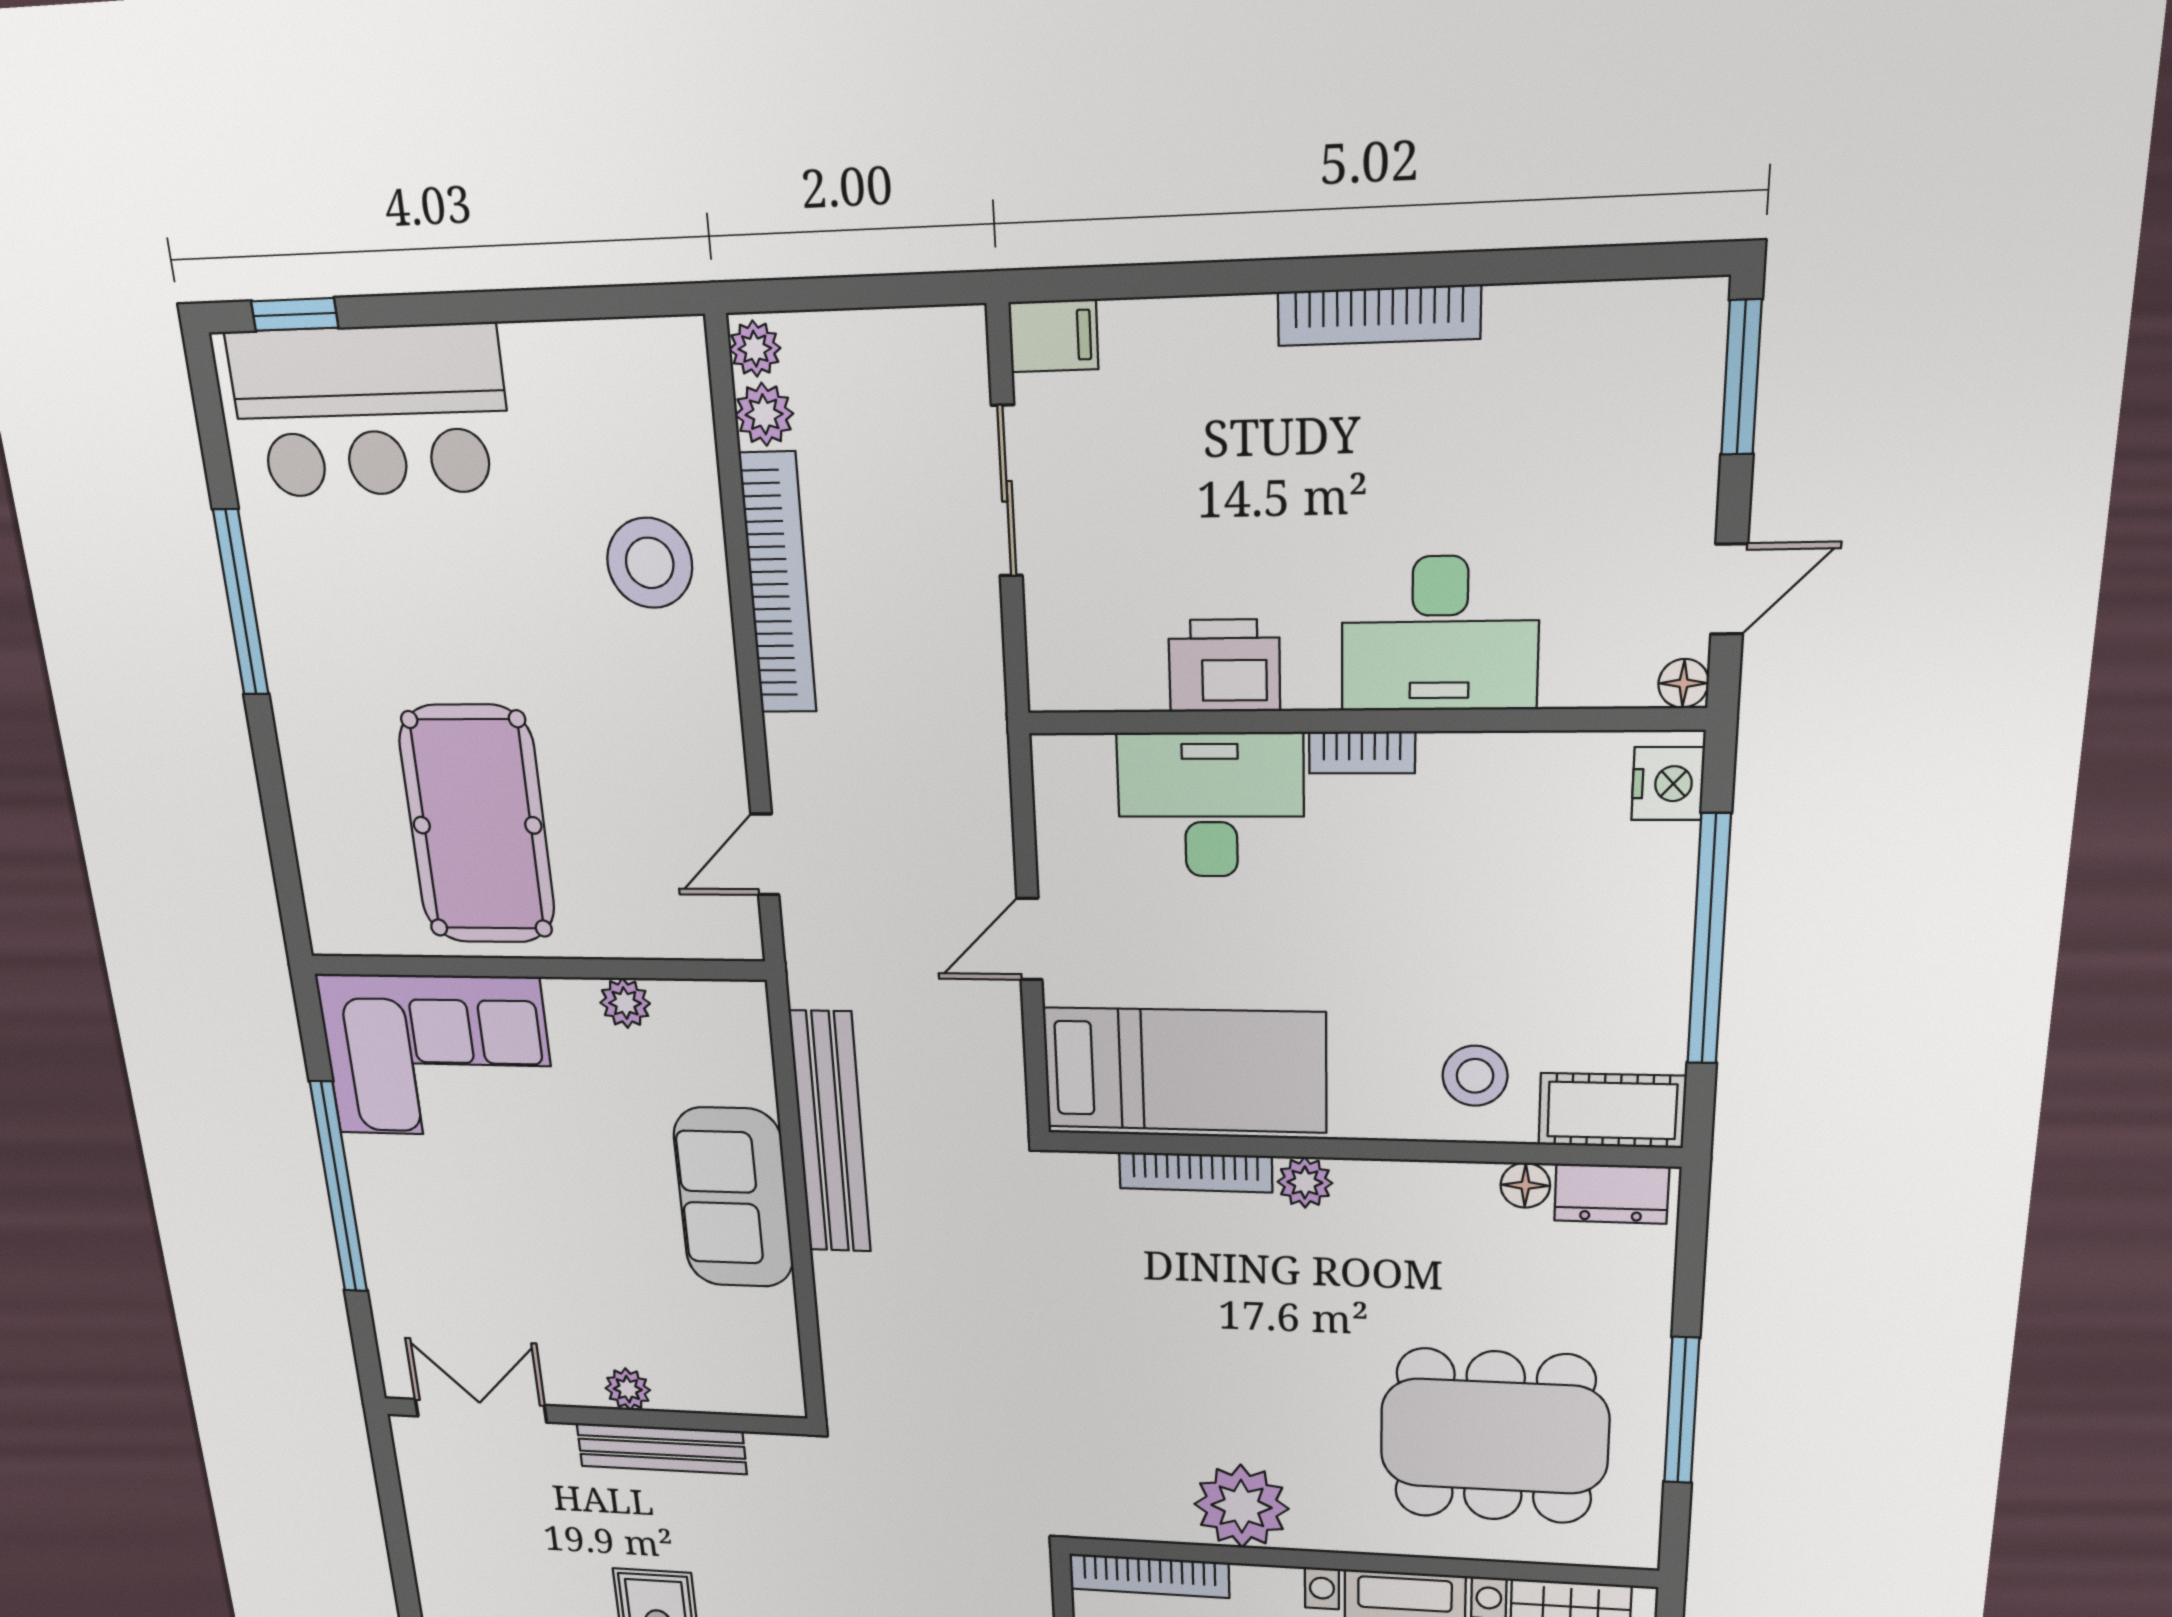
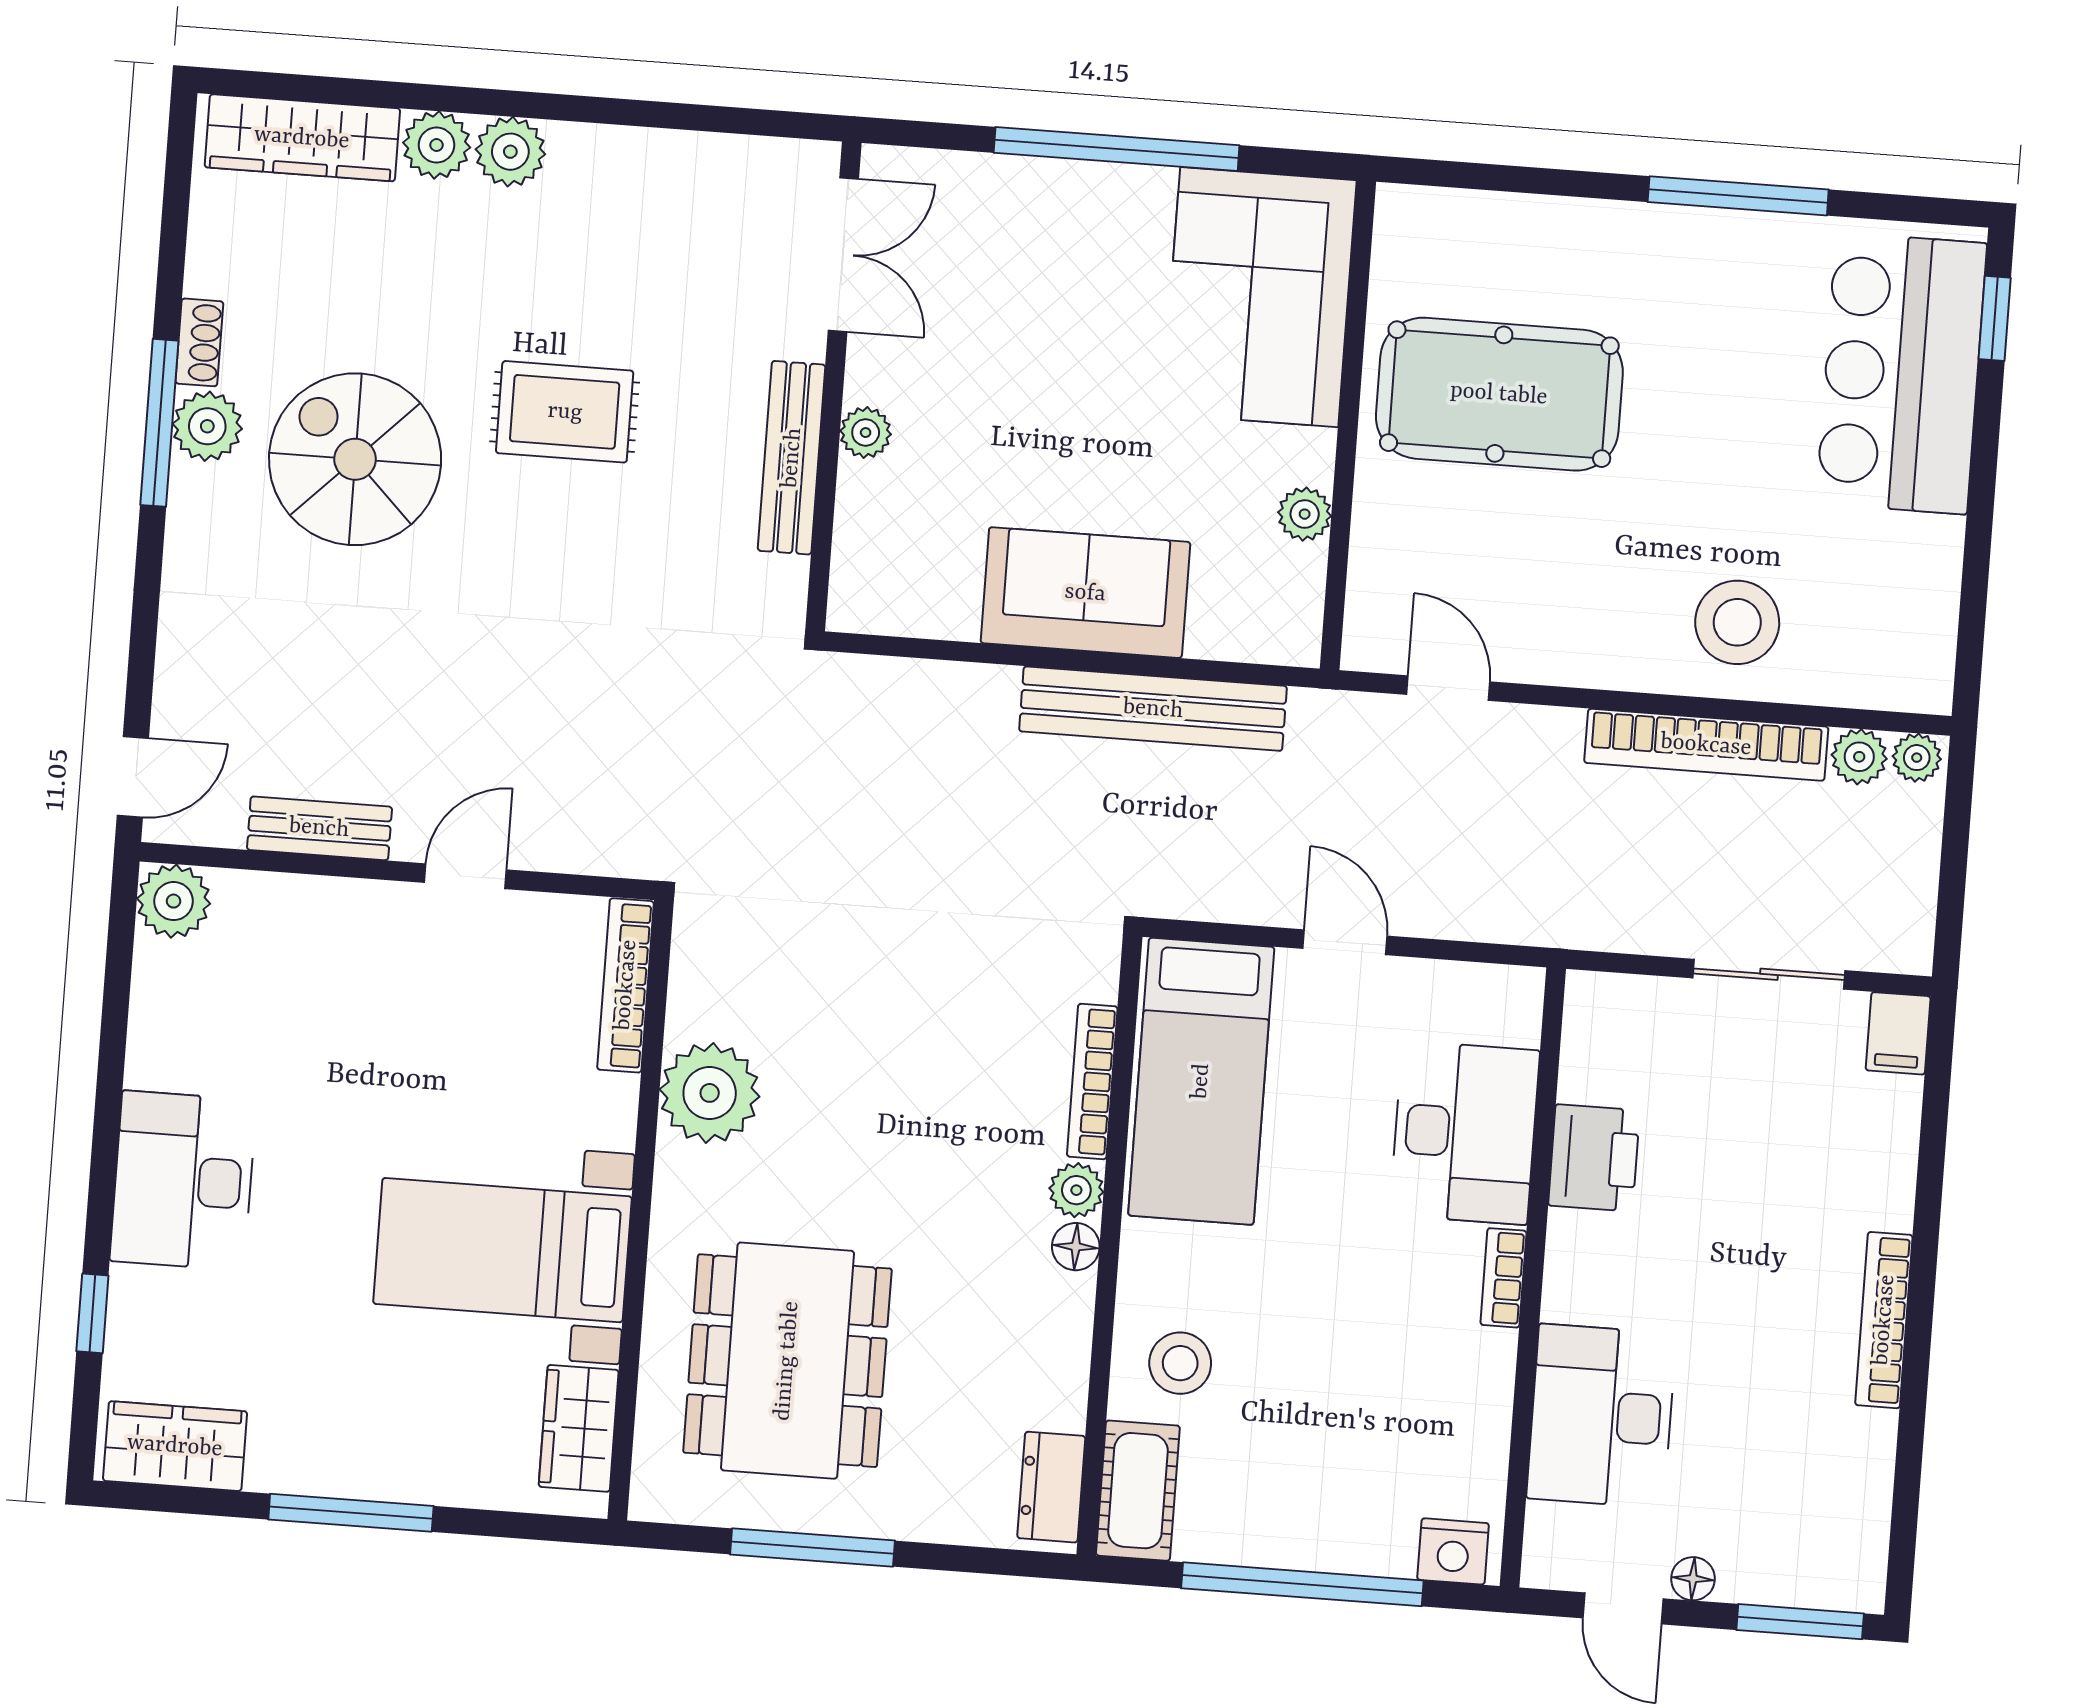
desk: (1440, 634) -> (1601, 1416), moved
floor lamp: (1683, 683) -> (1693, 1579), moved
floor lamp: (1525, 1185) -> (1076, 1247), moved

